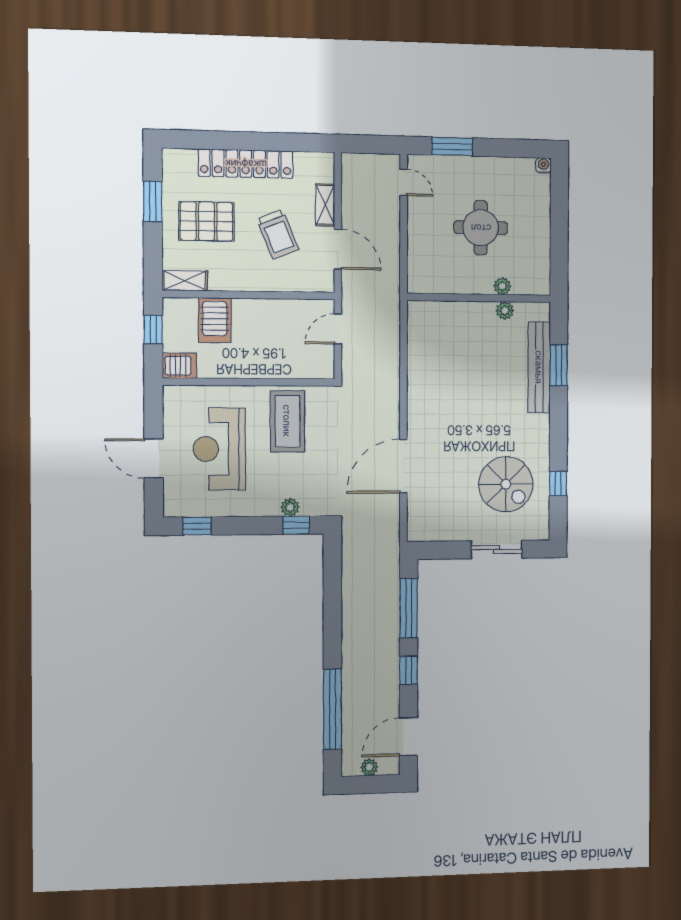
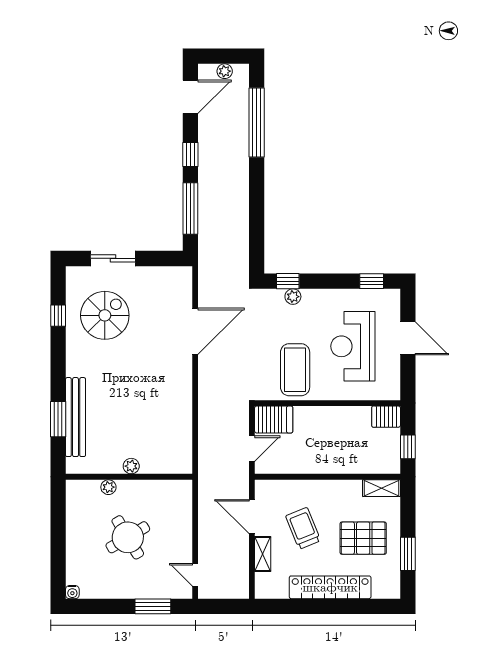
round table: (481, 228) -> (128, 537), turned -31
plant: (505, 311) -> (131, 466), moved
server rack: (215, 320) -> (274, 419), moved, turned 90
reception desk: (219, 449) -> (353, 346), turned 180
spiral stairs: (506, 484) -> (105, 315), turned 90

